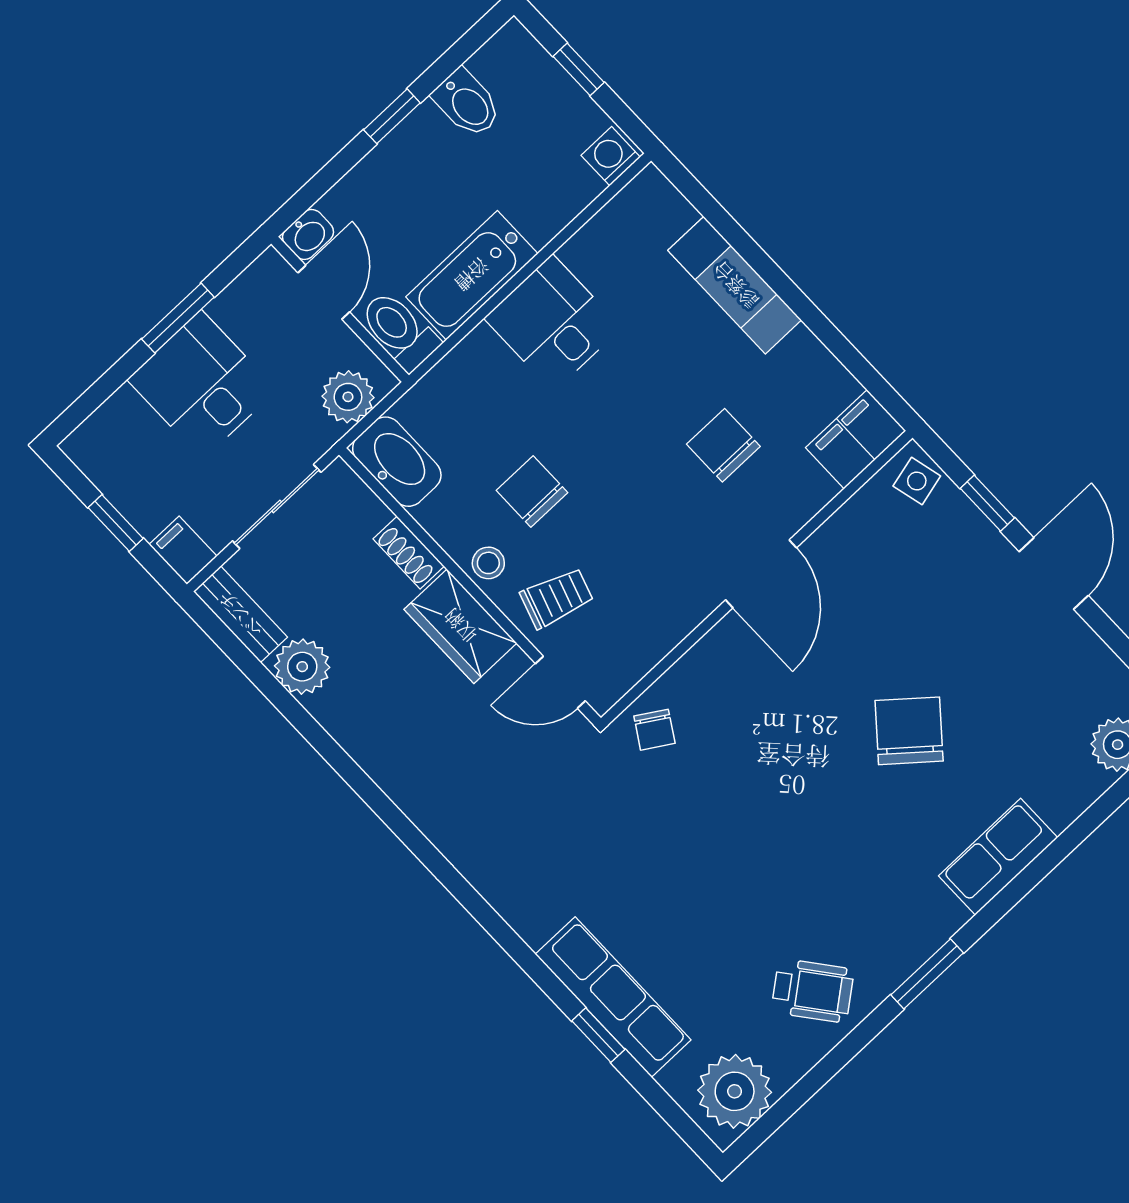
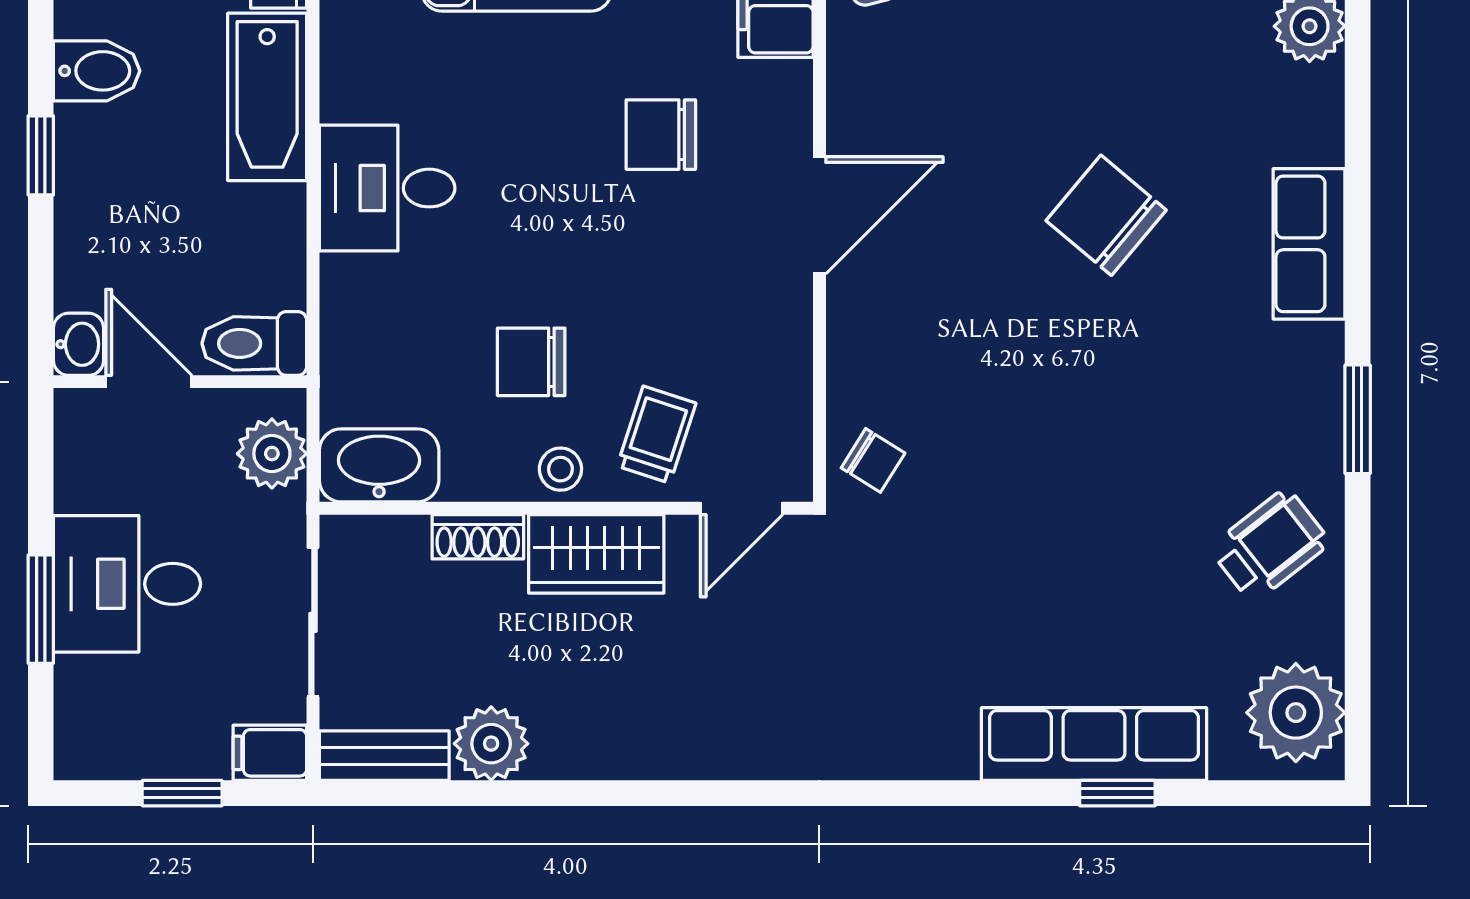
bathtub: (472, 275) -> (267, 97), moved
window: (178, 318) -> (41, 609), moved
door: (761, 574) -> (819, 215), hinge flipped

